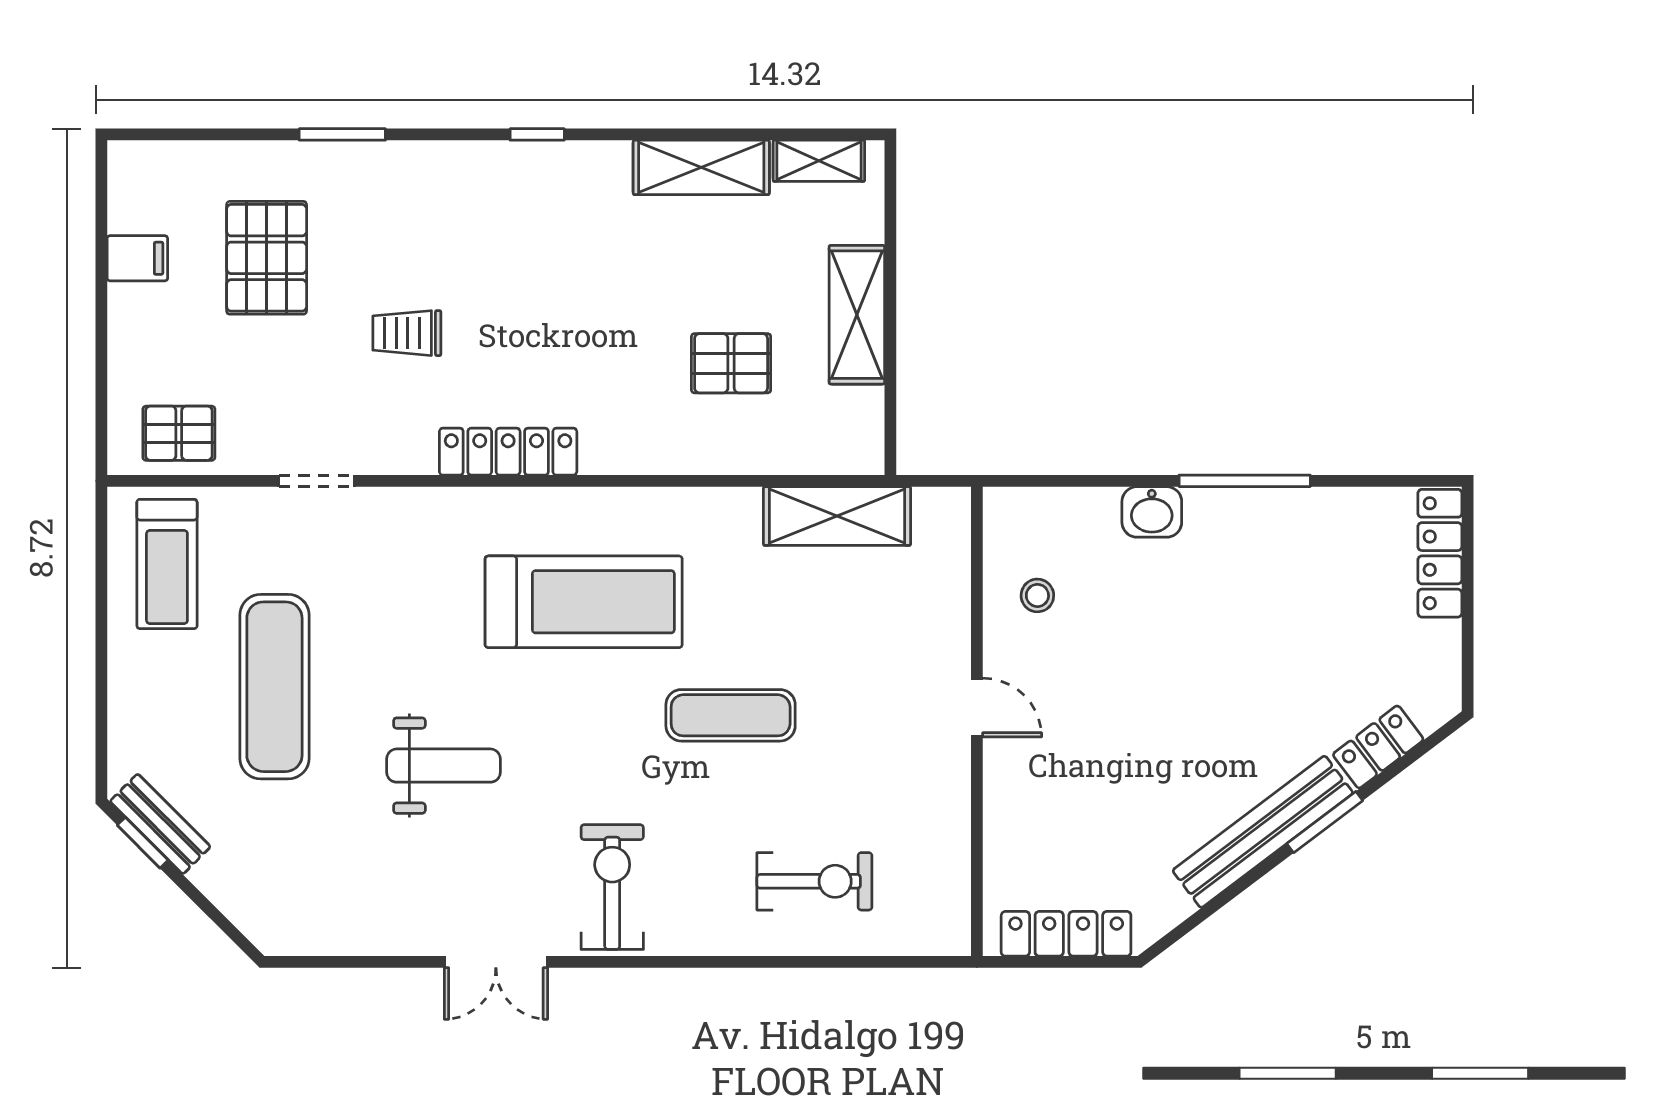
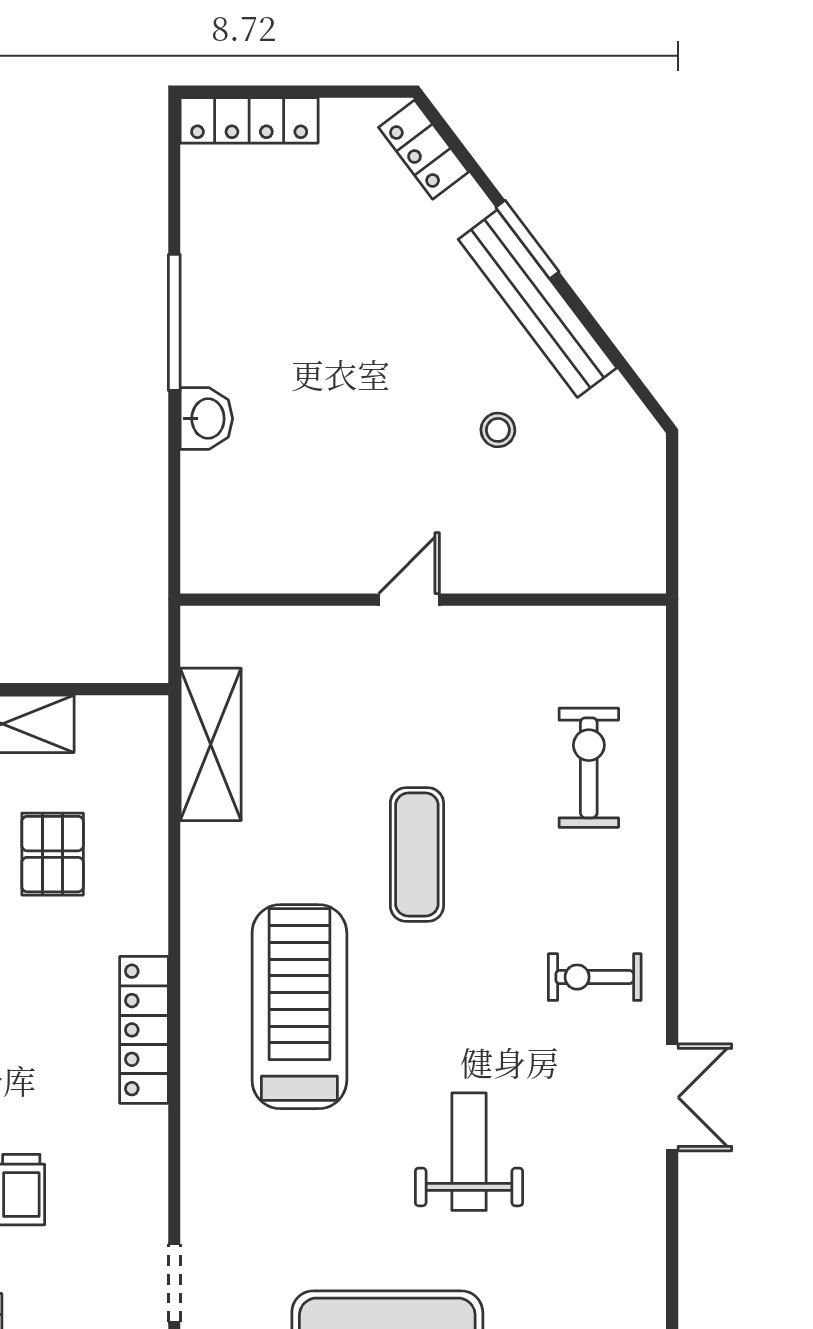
locker: (508, 452) -> (144, 1030), moved
stool: (1037, 595) -> (498, 430), moved
locker: (1378, 747) -> (424, 150), moved
exercise bike: (612, 887) -> (595, 977), width x0.73, depth x0.72
locker: (1066, 934) -> (643, 507), removed

